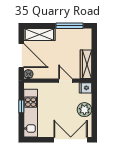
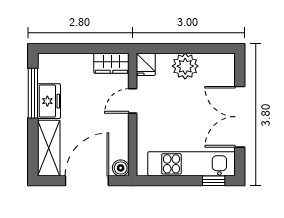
freezer: (65, 35) -> (49, 101), added
wardrobe: (86, 64) -> (111, 63), width x0.67
window: (21, 106) -> (214, 181), moved
double door: (71, 140) -> (240, 117), moved

